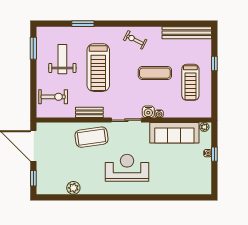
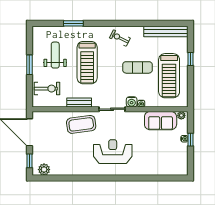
window: (33, 48) -> (29, 65), moved
treadmill: (190, 82) -> (169, 76), width x1.37, depth x1.38
sofa: (174, 133) -> (161, 121), width x0.73
plant: (73, 188) -> (44, 170), moved

